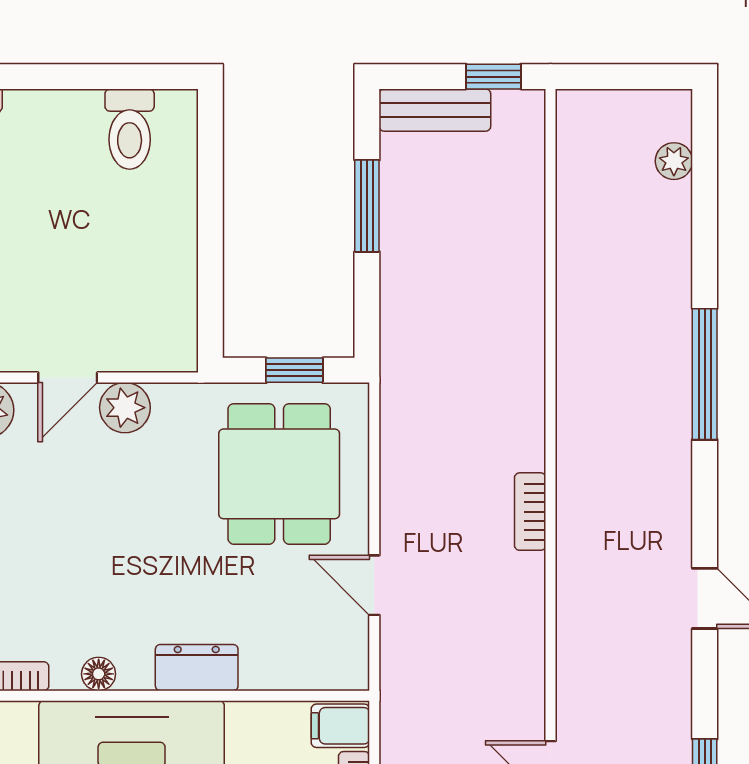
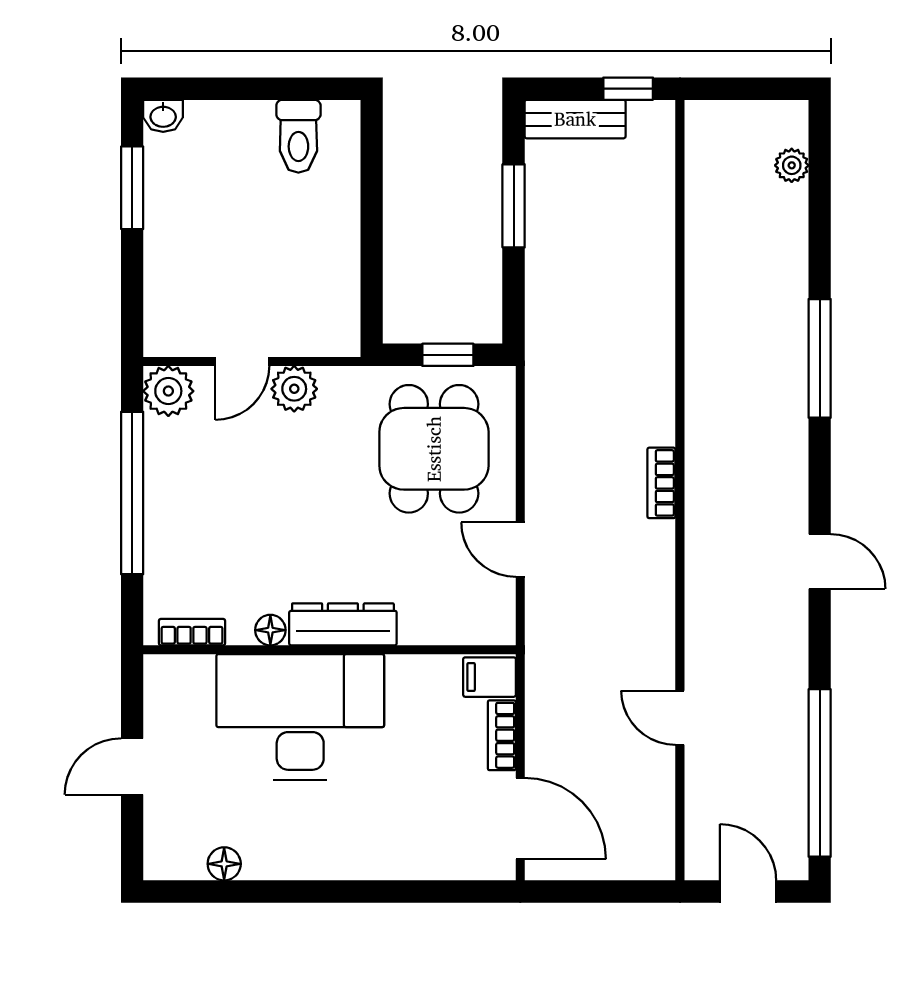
dresser: (197, 668) -> (343, 624), width x1.44

